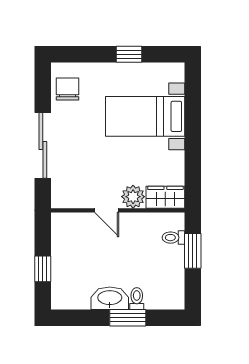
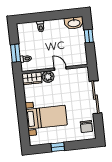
washbasin: (110, 298) -> (74, 23), moved
window: (128, 318) -> (44, 16), removed

